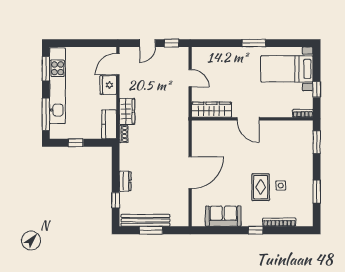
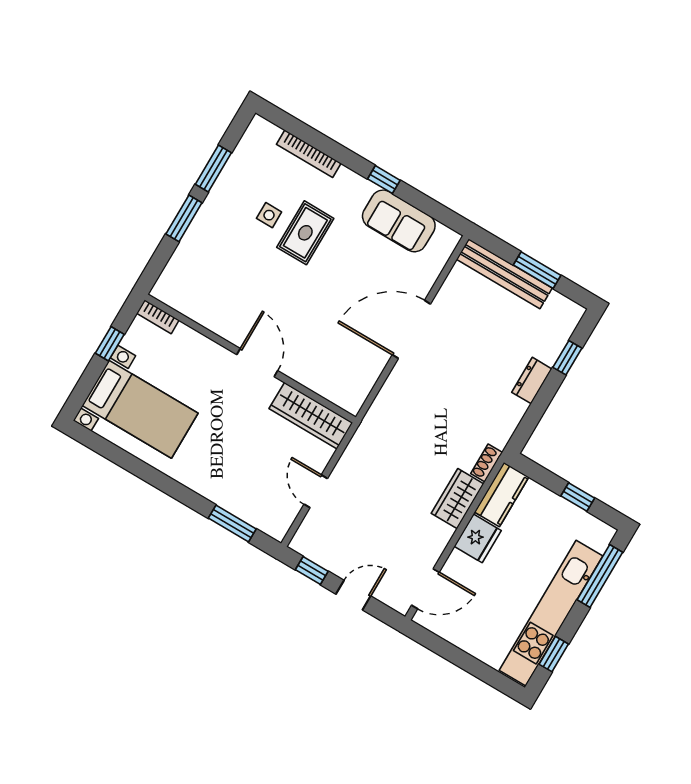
window: (254, 43) -> (232, 524), moved
window: (46, 69) -> (554, 654), width x0.67
fridge: (108, 85) -> (478, 538), moved
window: (317, 142) -> (184, 218), moved
bench: (145, 220) -> (504, 274), moved
window: (256, 230) -> (384, 180), moved

